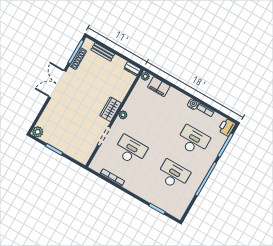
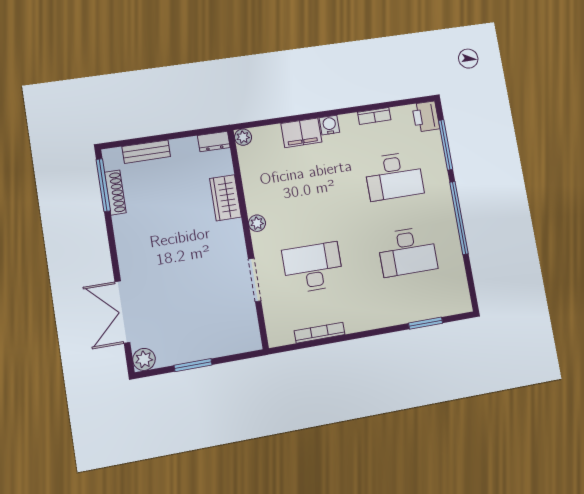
double door: (57, 84) -> (122, 312), moved
filing cabinet: (159, 87) -> (301, 133), moved
water cooler: (193, 104) -> (329, 125), moved
wardrobe: (110, 109) -> (225, 198), moved
desk: (193, 141) -> (394, 176), turned 180
desk: (173, 175) -> (407, 252), turned 180

